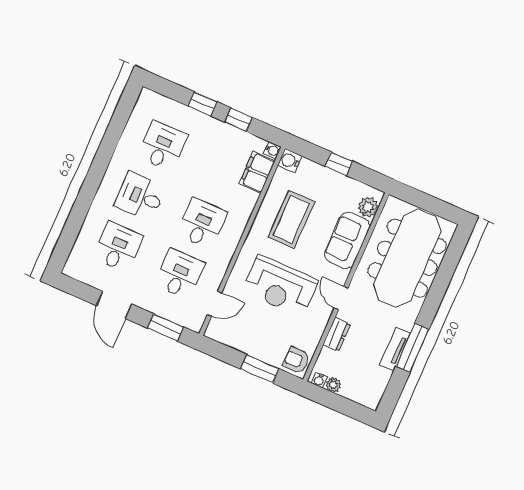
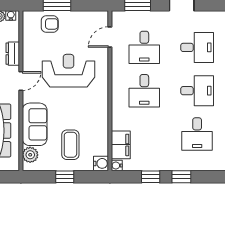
coffee table: (291, 219) -> (70, 145), moved, width x0.73, depth x0.76
desk: (118, 247) -> (197, 47), turned -90
door: (341, 298) -> (21, 81), hinge flipped
armchair: (296, 360) -> (50, 24), moved

